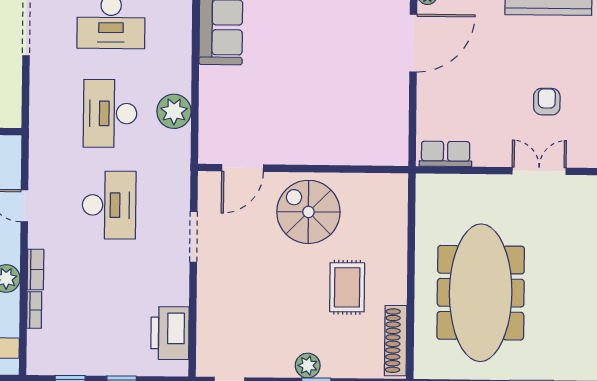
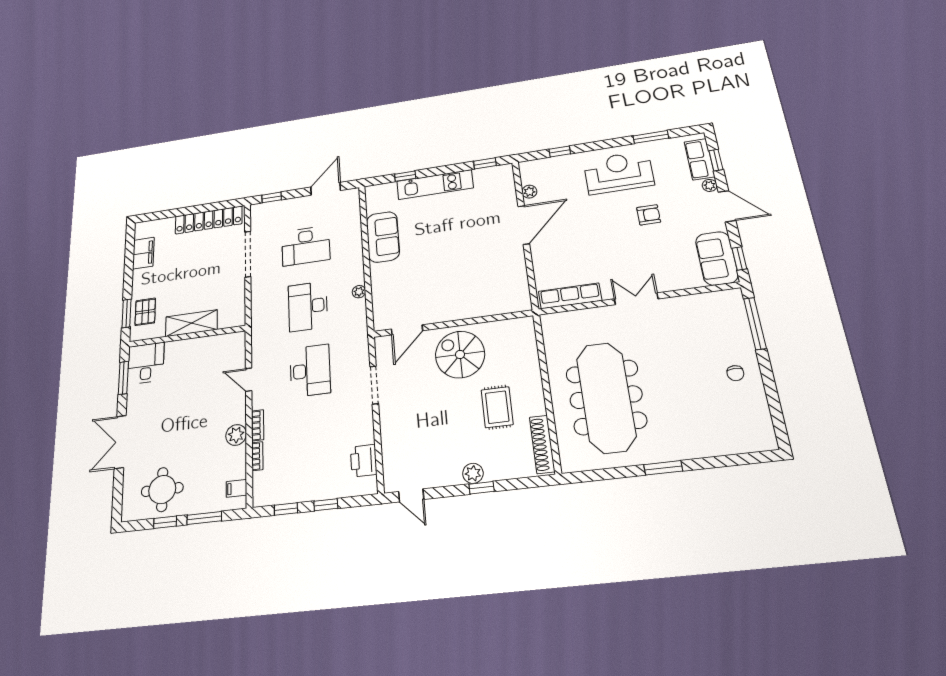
armchair: (547, 102) -> (649, 215), moved, turned 90
plant: (174, 111) -> (359, 292), width x0.53, depth x0.53
row of seats: (446, 154) -> (570, 296), width x1.48
printer: (170, 333) -> (364, 461), width x0.73, depth x0.84

